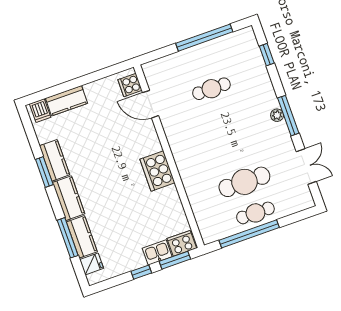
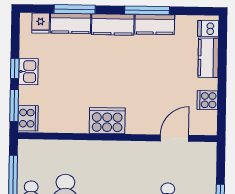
cooker: (130, 85) -> (207, 100), moved, turned -90
window: (44, 172) -> (147, 10), width x1.44
kitchen sink: (157, 252) -> (28, 72), moved

